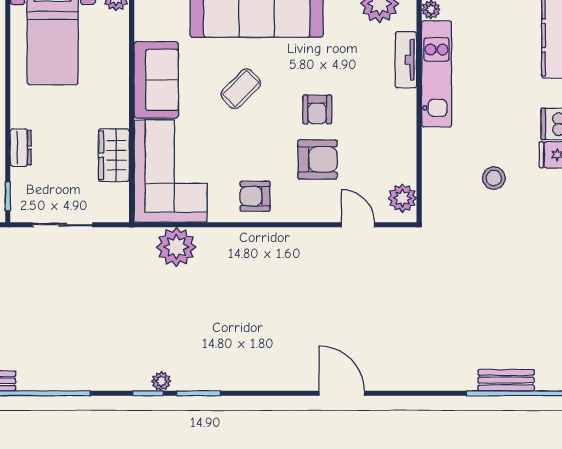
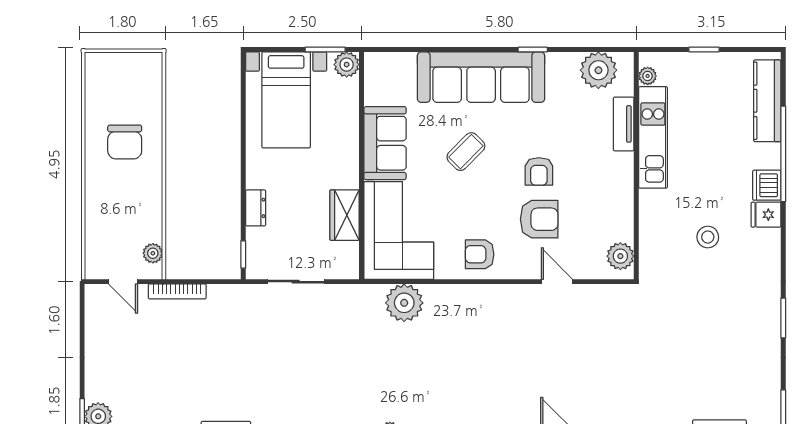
door: (358, 225) -> (557, 282), moved

